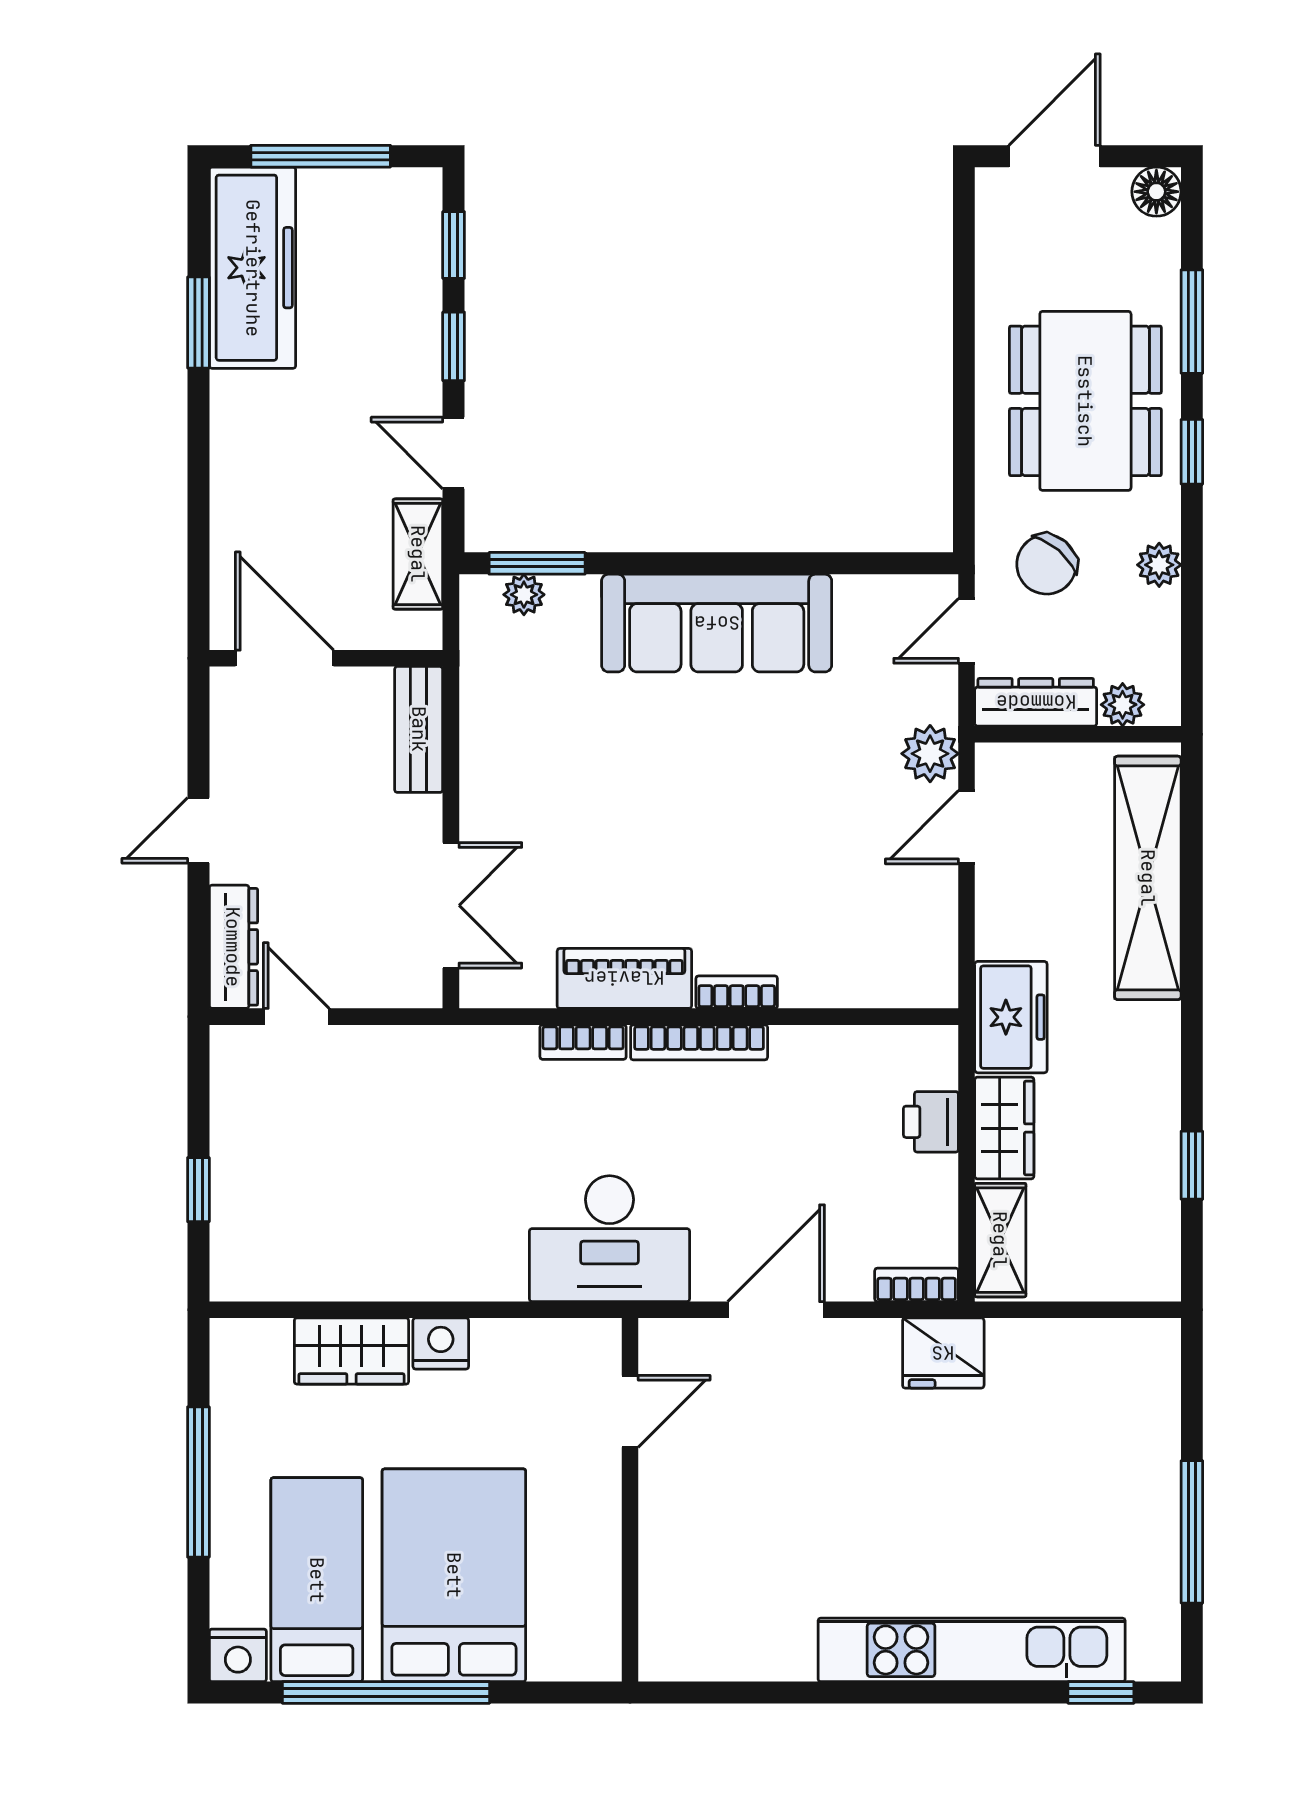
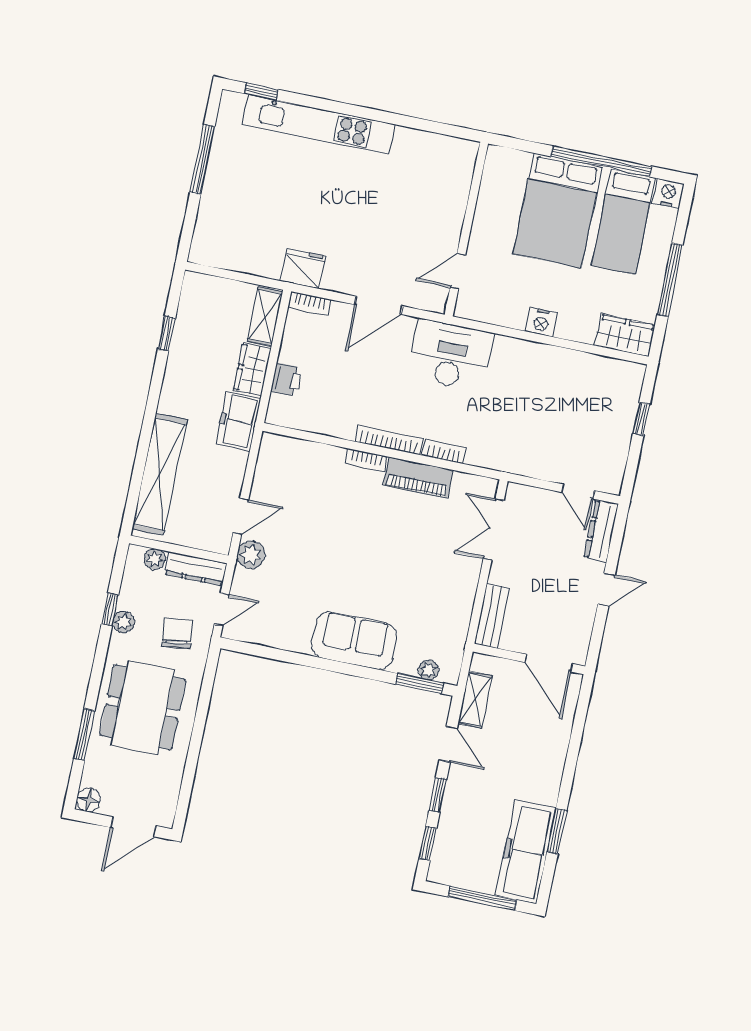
window: (1192, 452) -> (110, 610), moved
chair: (1046, 564) -> (177, 633), turned -49
sofa: (717, 623) -> (354, 641), width x0.73
wardrobe: (351, 1351) -> (625, 335), moved

